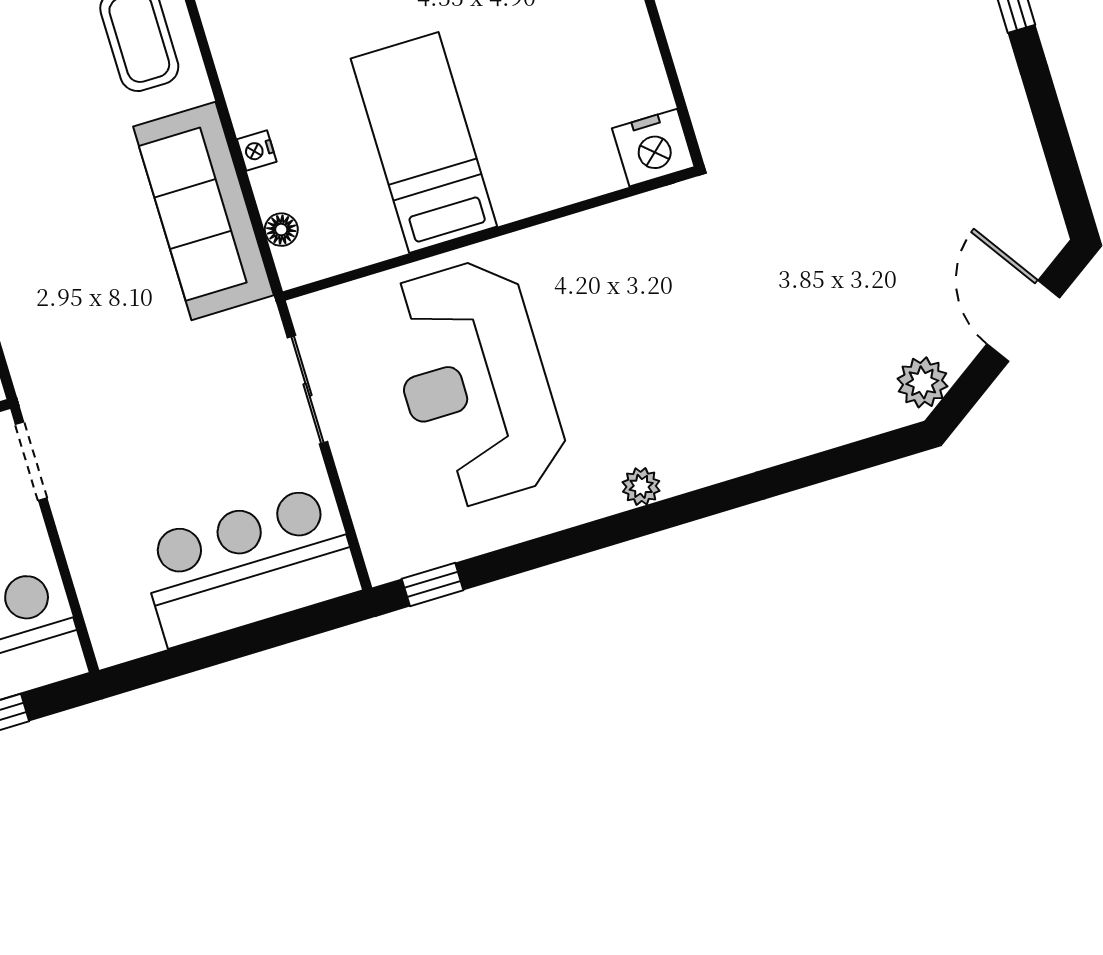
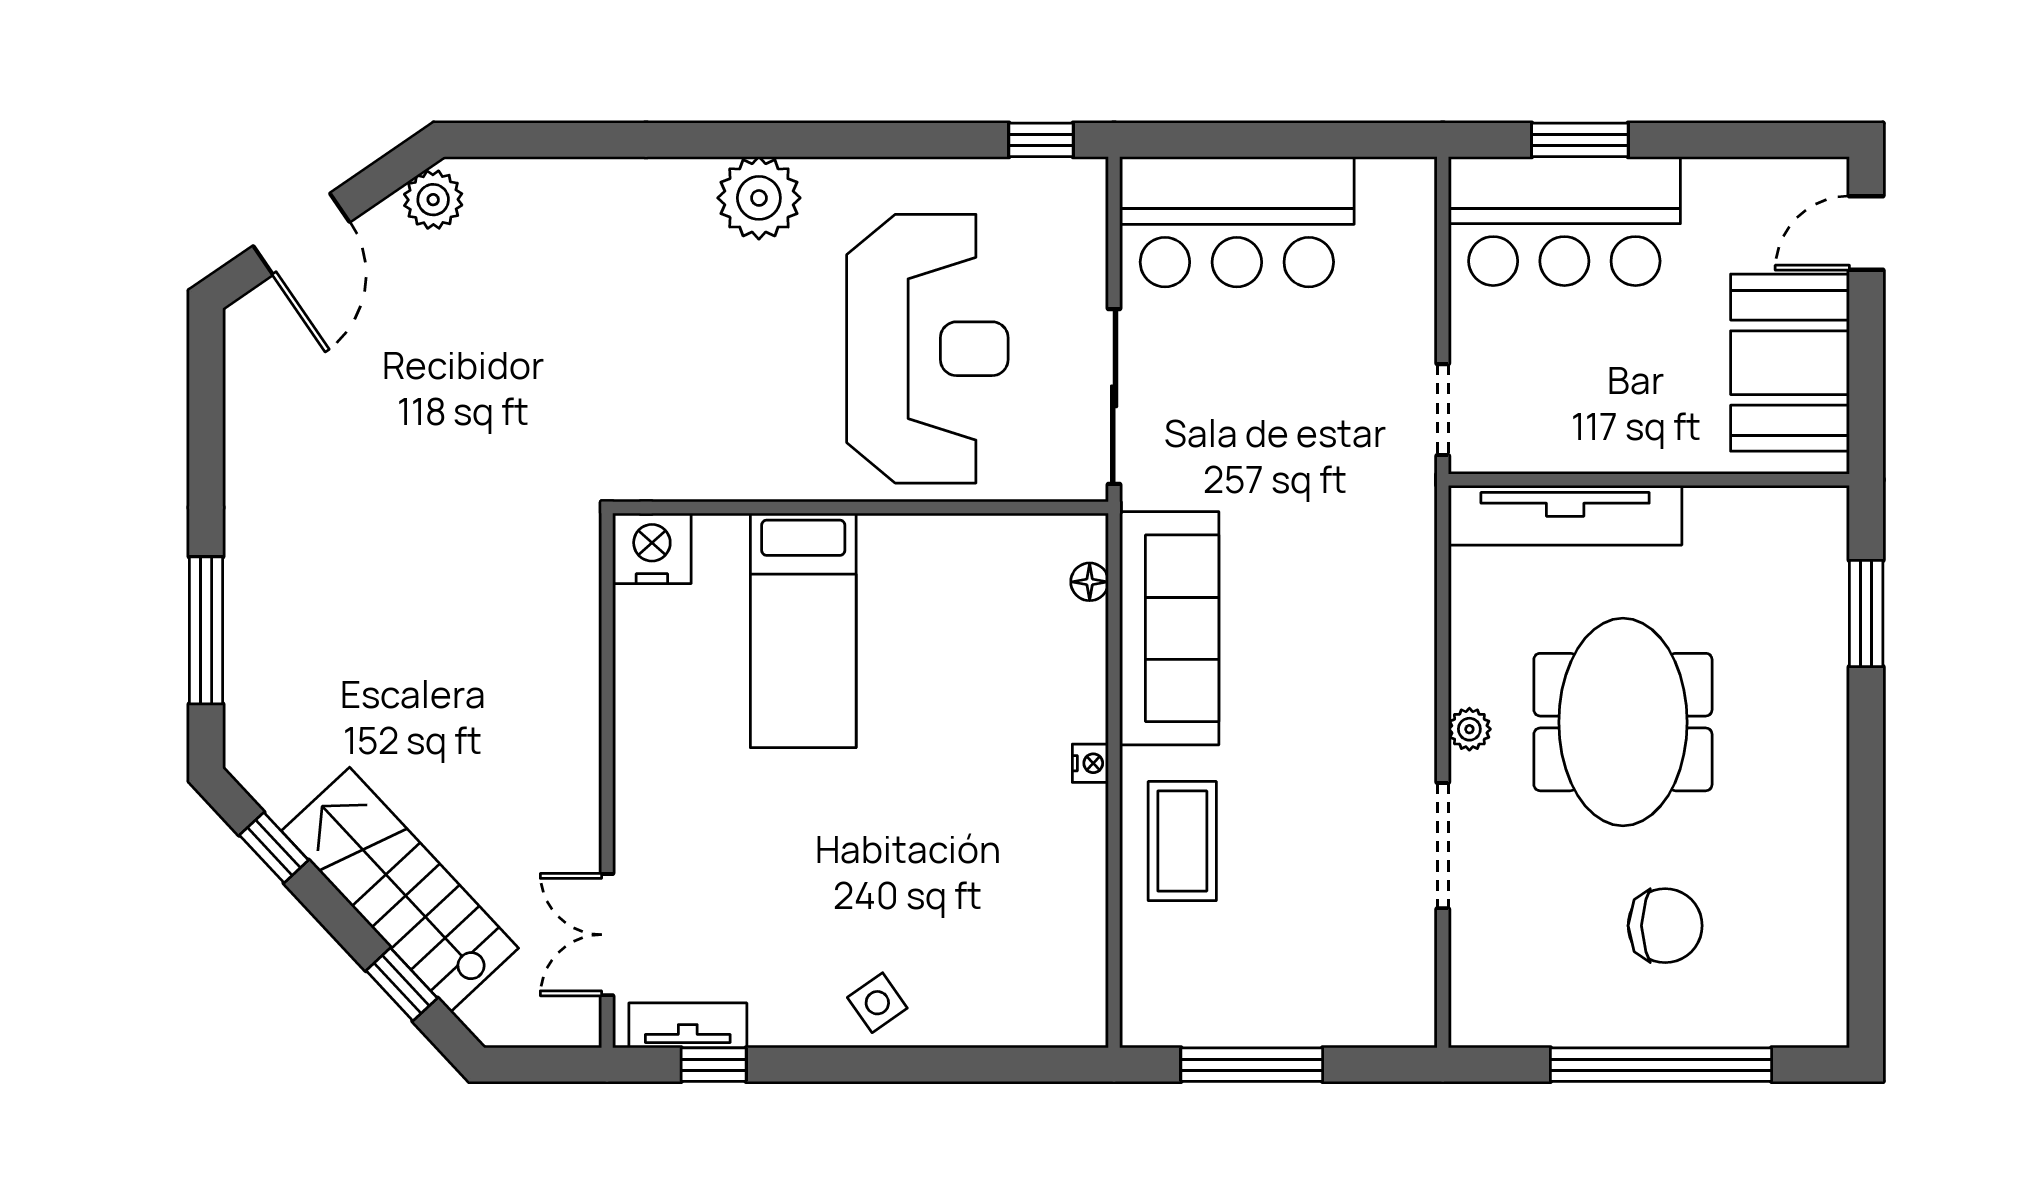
bed: (424, 143) -> (803, 630), moved
nightstand: (257, 150) -> (1090, 763), moved
sliding door: (308, 390) -> (1114, 396), width x1.37
plant: (641, 486) -> (759, 198), width x1.88, depth x1.88

